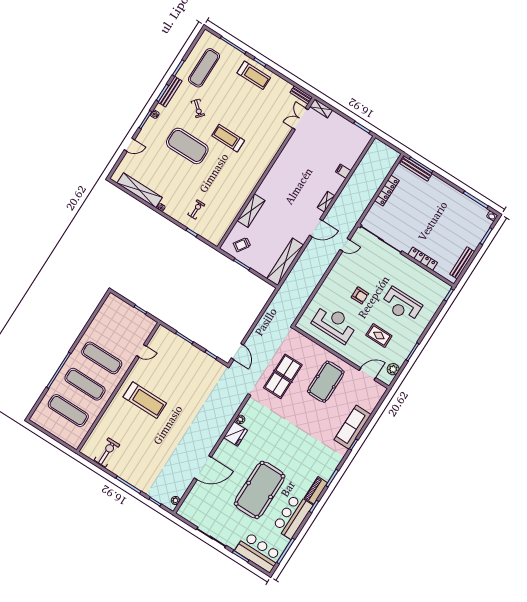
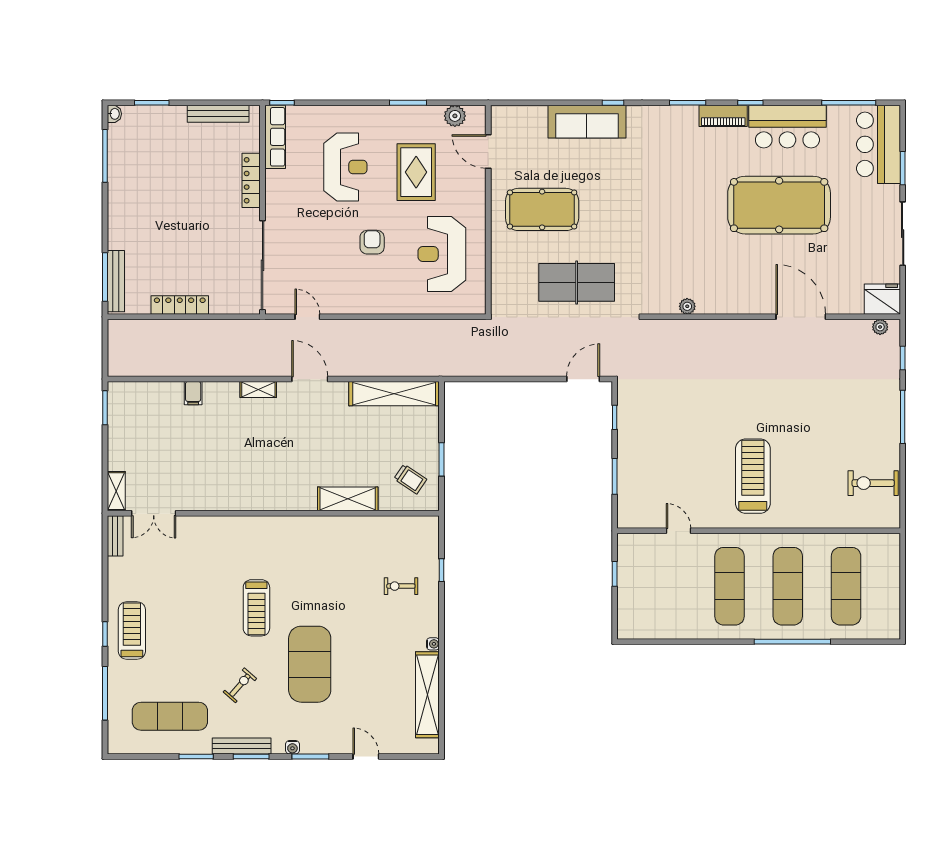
row of seats: (435, 282) -> (275, 137), added
rug: (379, 335) -> (416, 172), width x1.36, depth x1.43
fridge: (236, 434) -> (882, 299), moved

